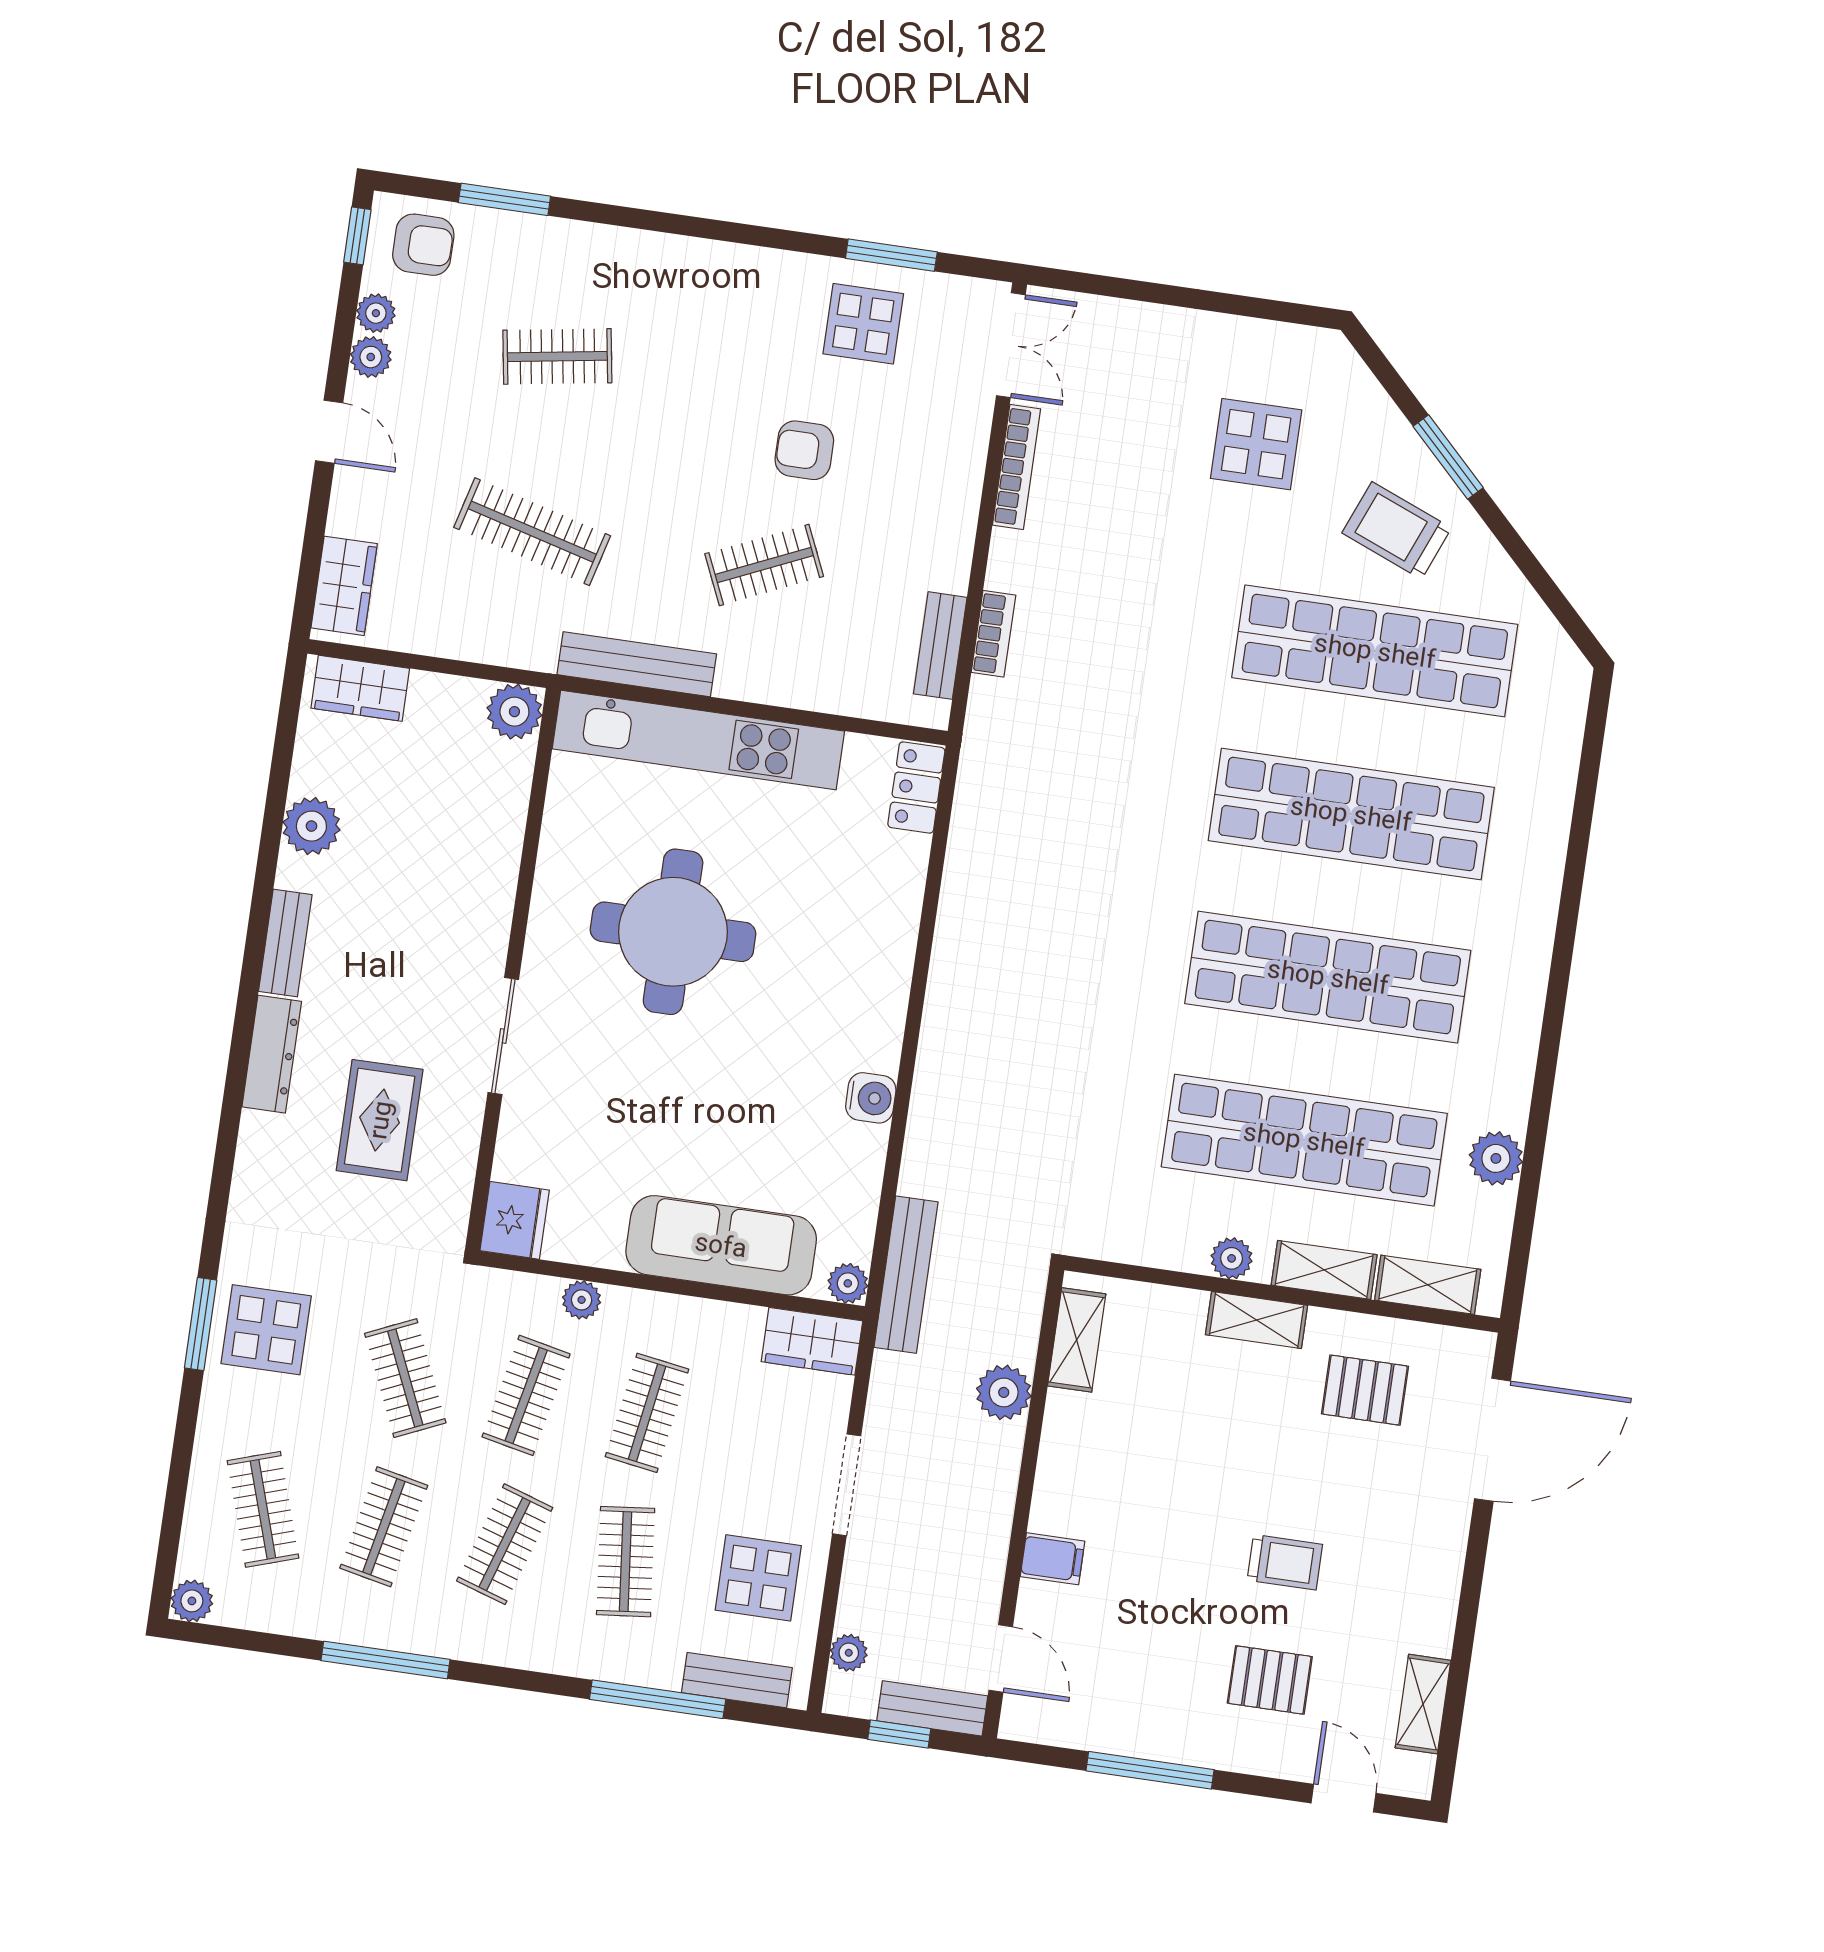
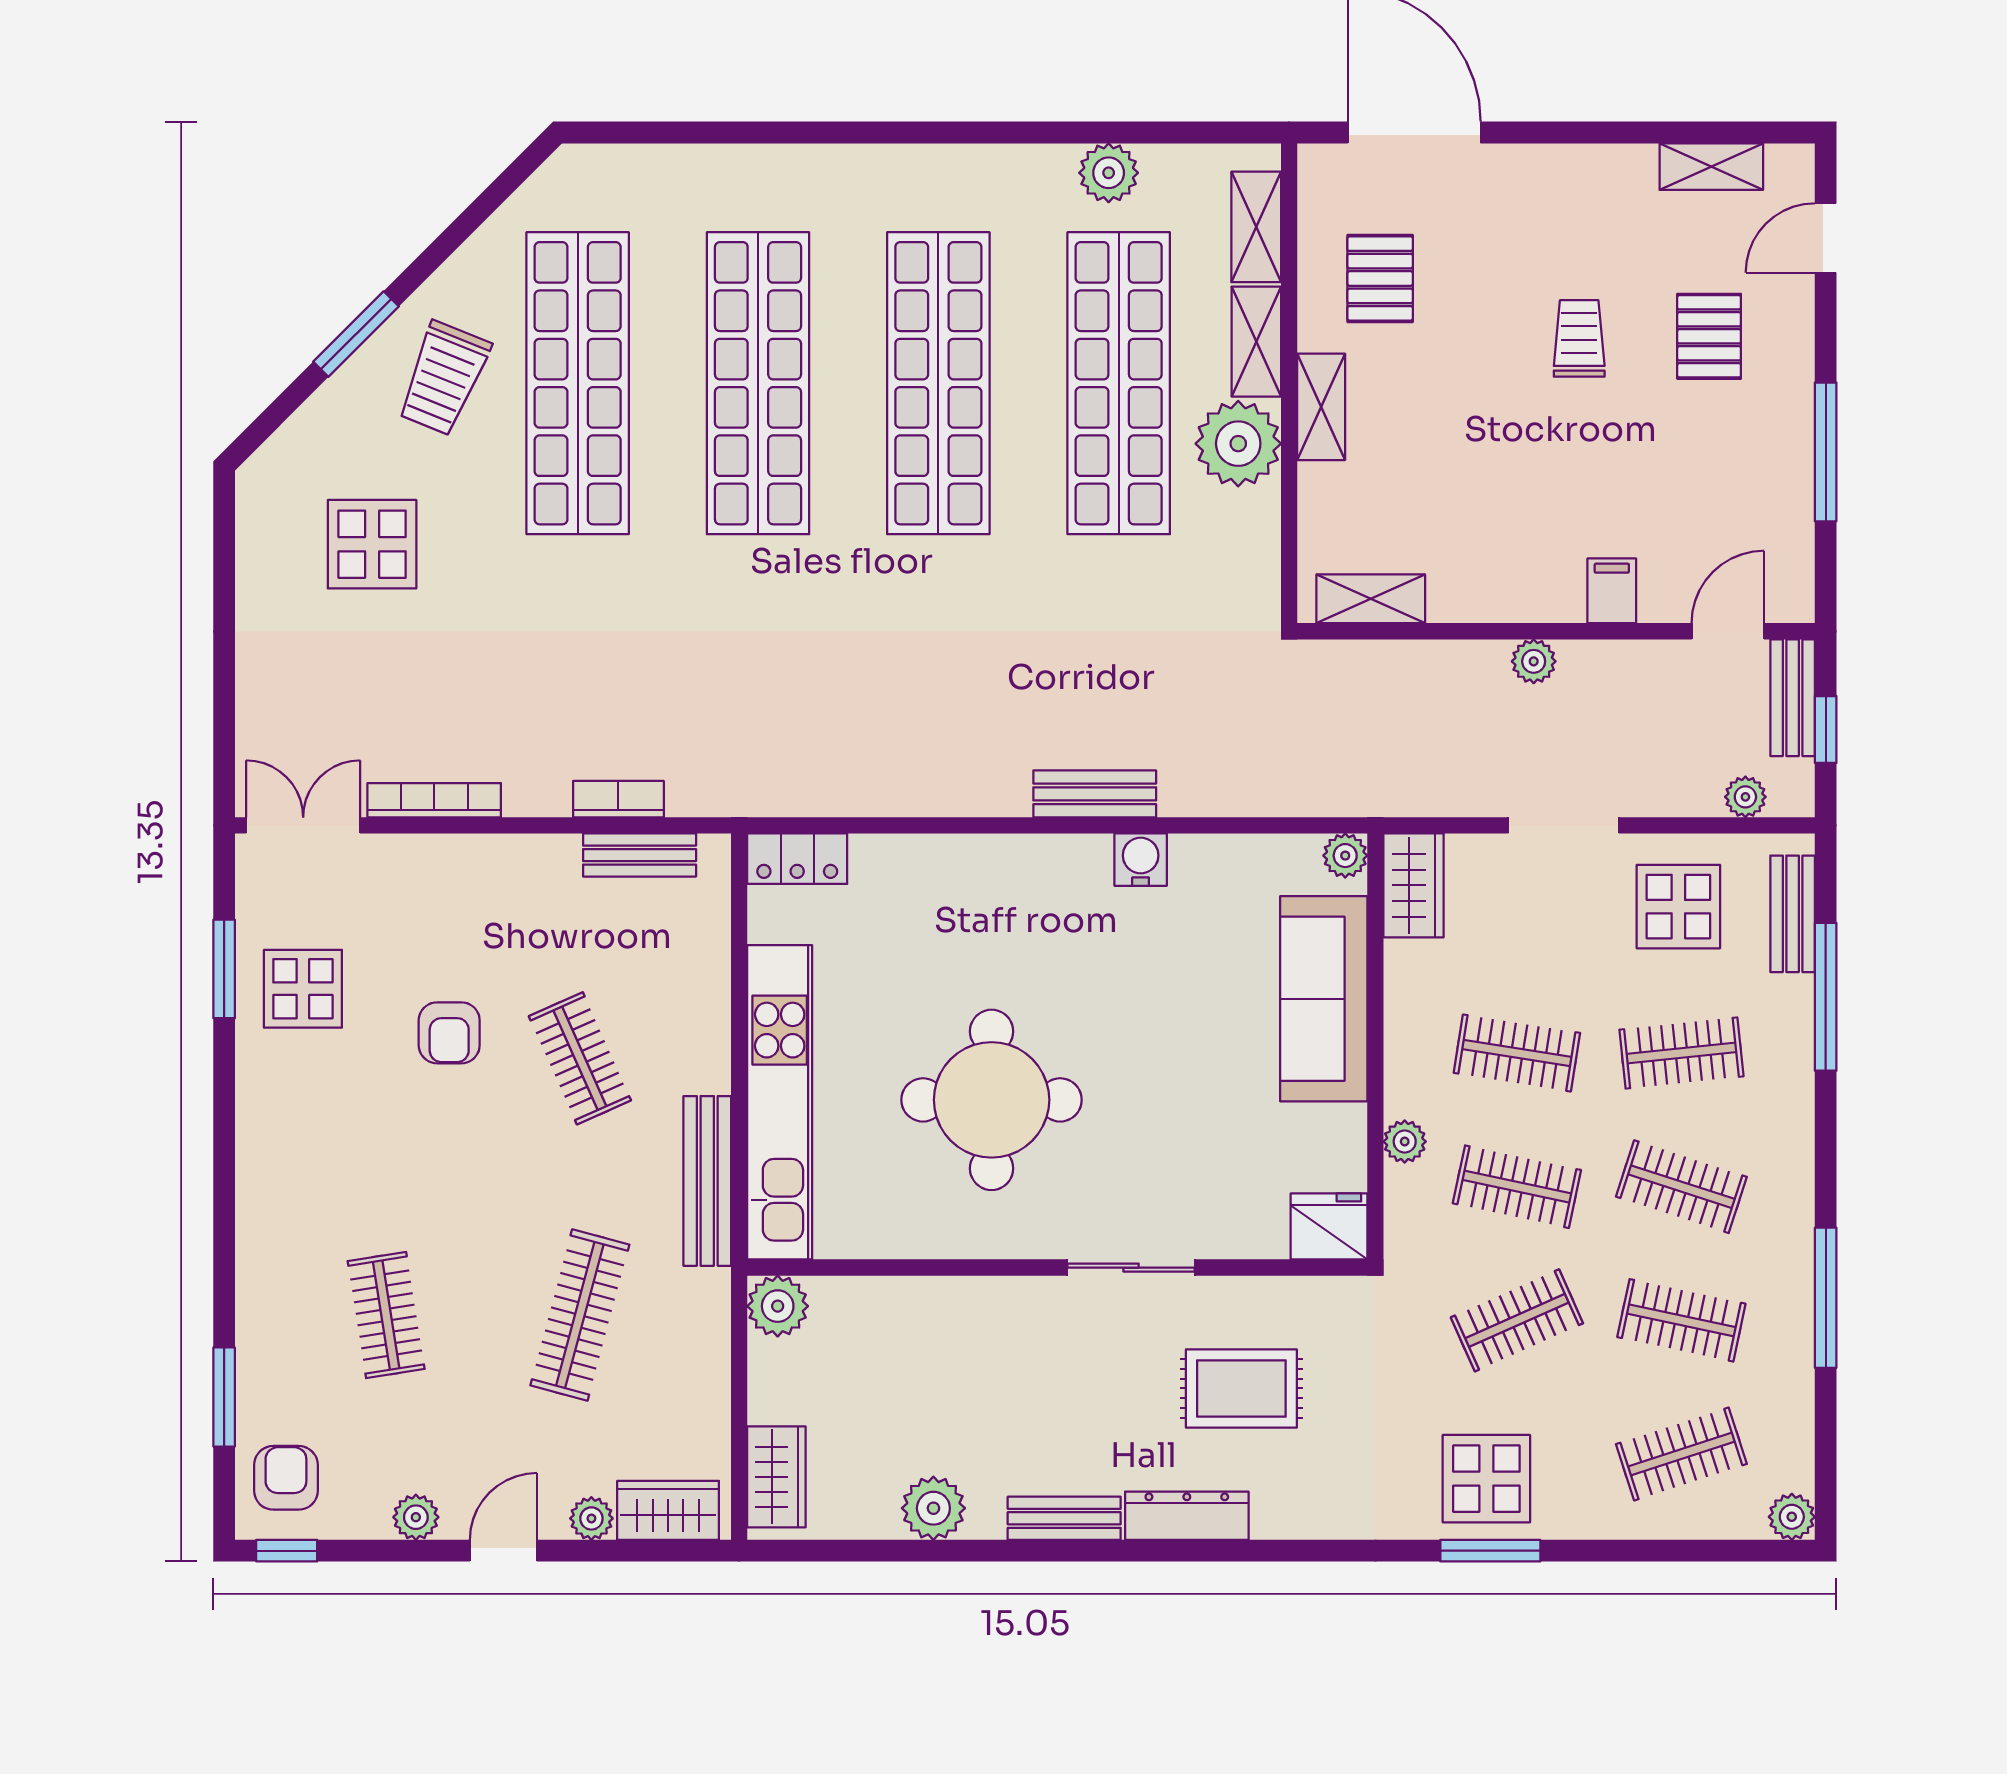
plant: (376, 313) -> (591, 1518), moved
plant: (1232, 1258) -> (1238, 444), width x1.88, depth x1.88
bench: (906, 1275) -> (1095, 794), moved, width x0.73
plant: (1004, 1392) -> (1534, 661), moved, width x0.73, depth x0.73

